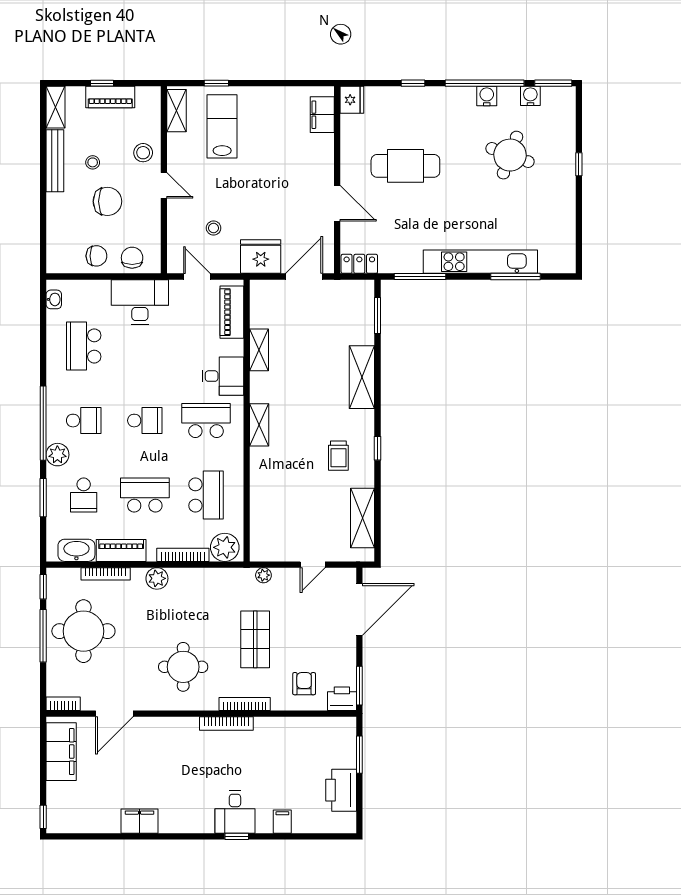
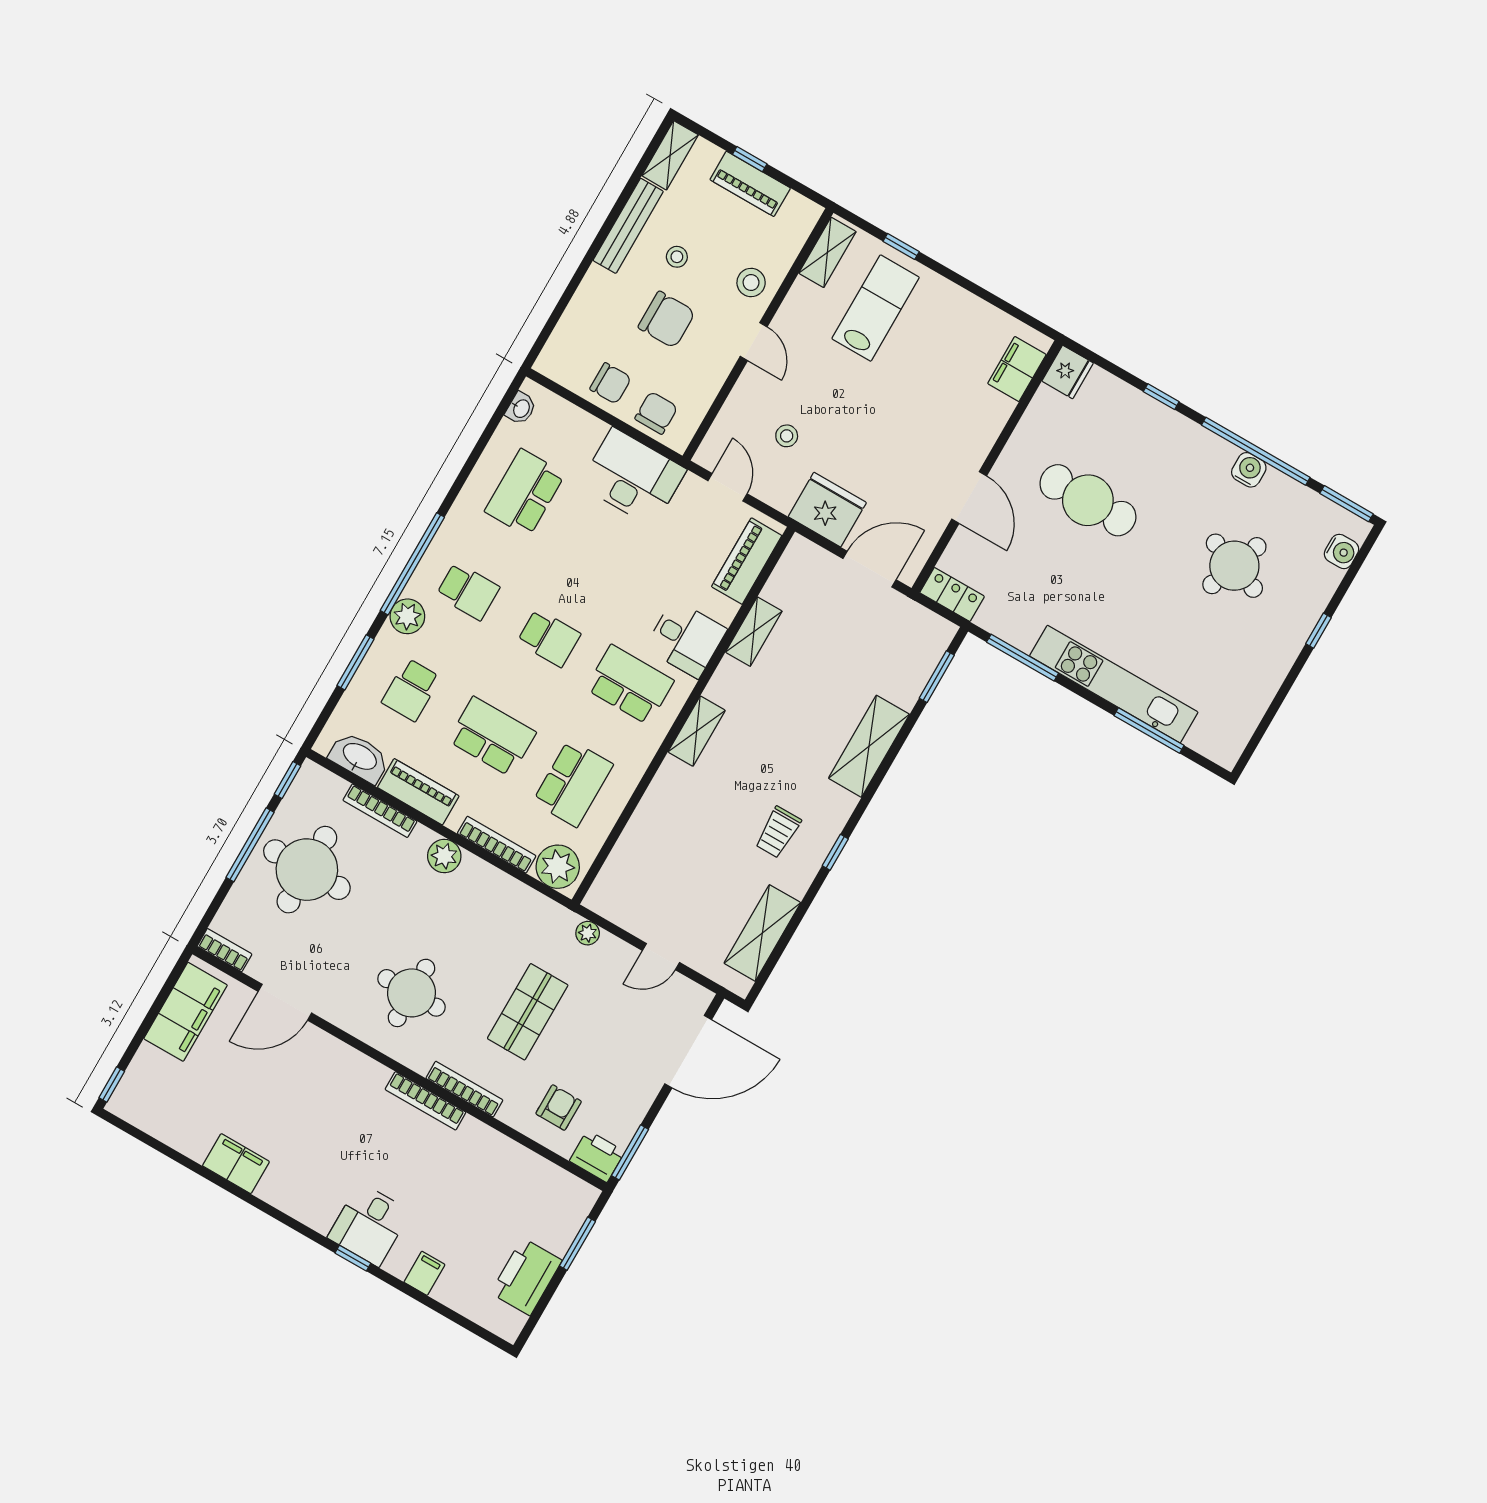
water cooler: (530, 96) -> (1342, 551), moved, turned 90

